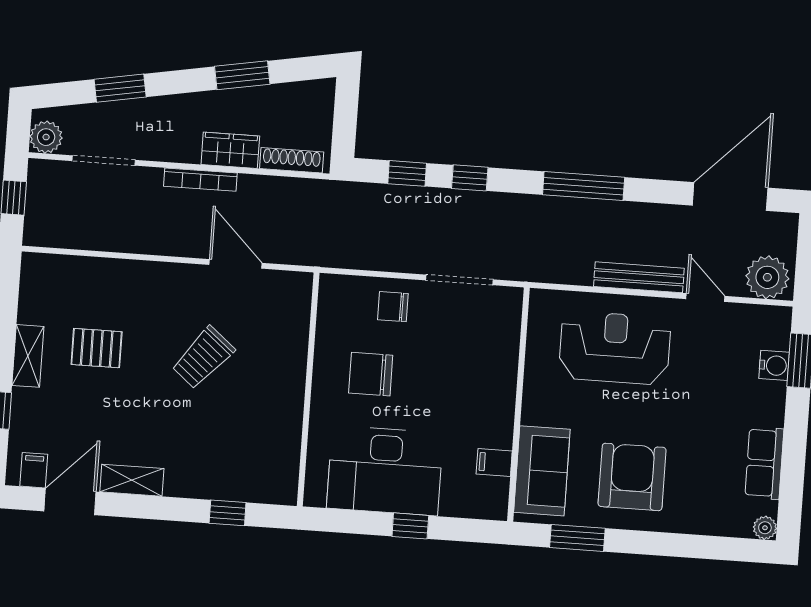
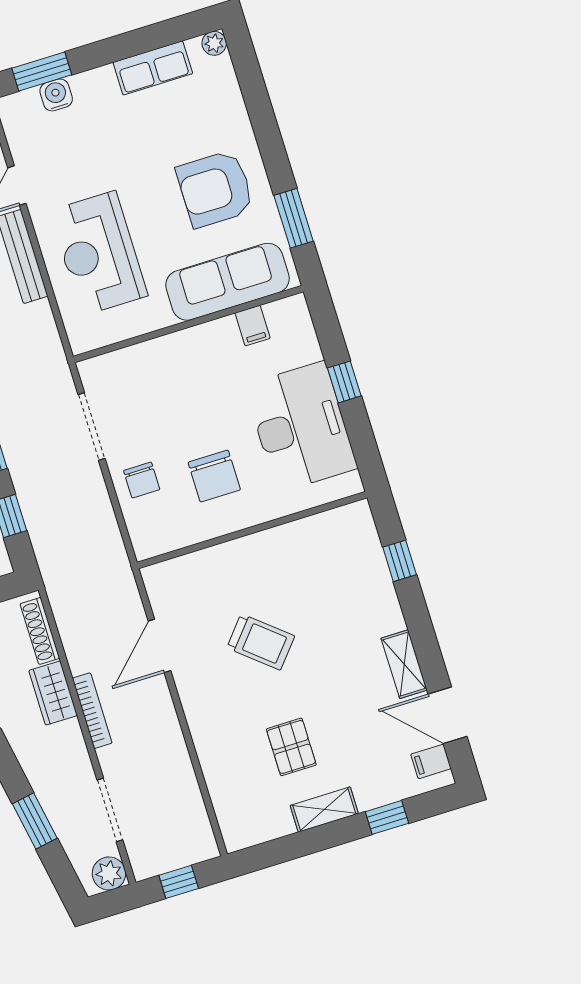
sofa: (542, 471) -> (227, 282), width x1.36

